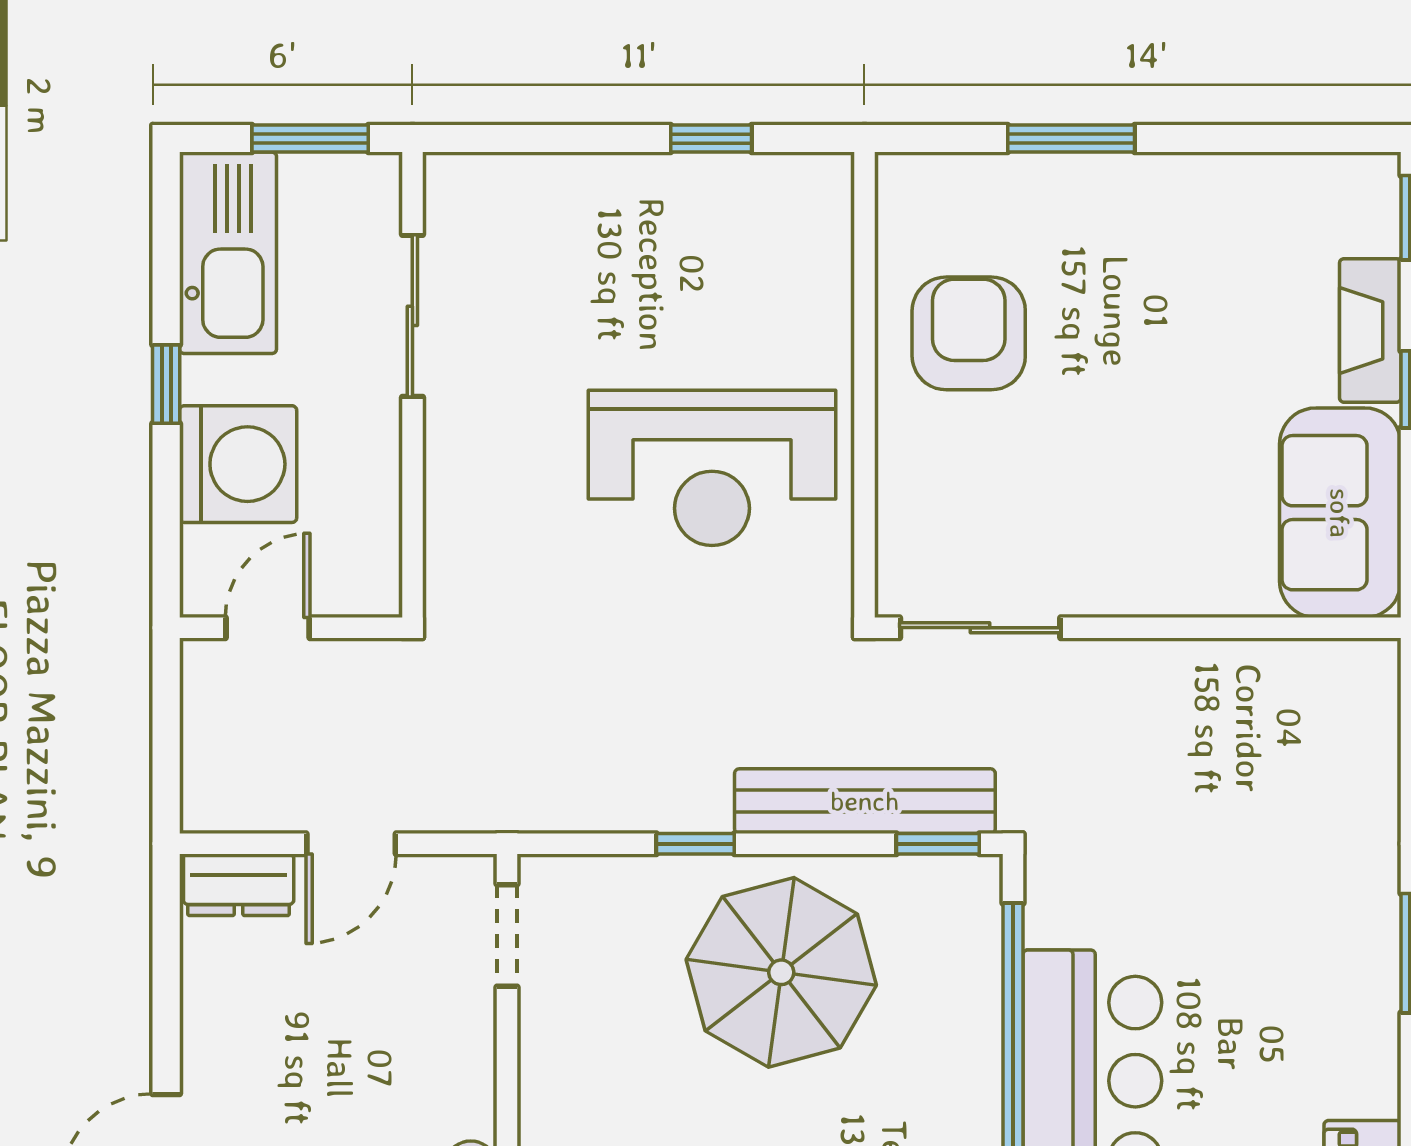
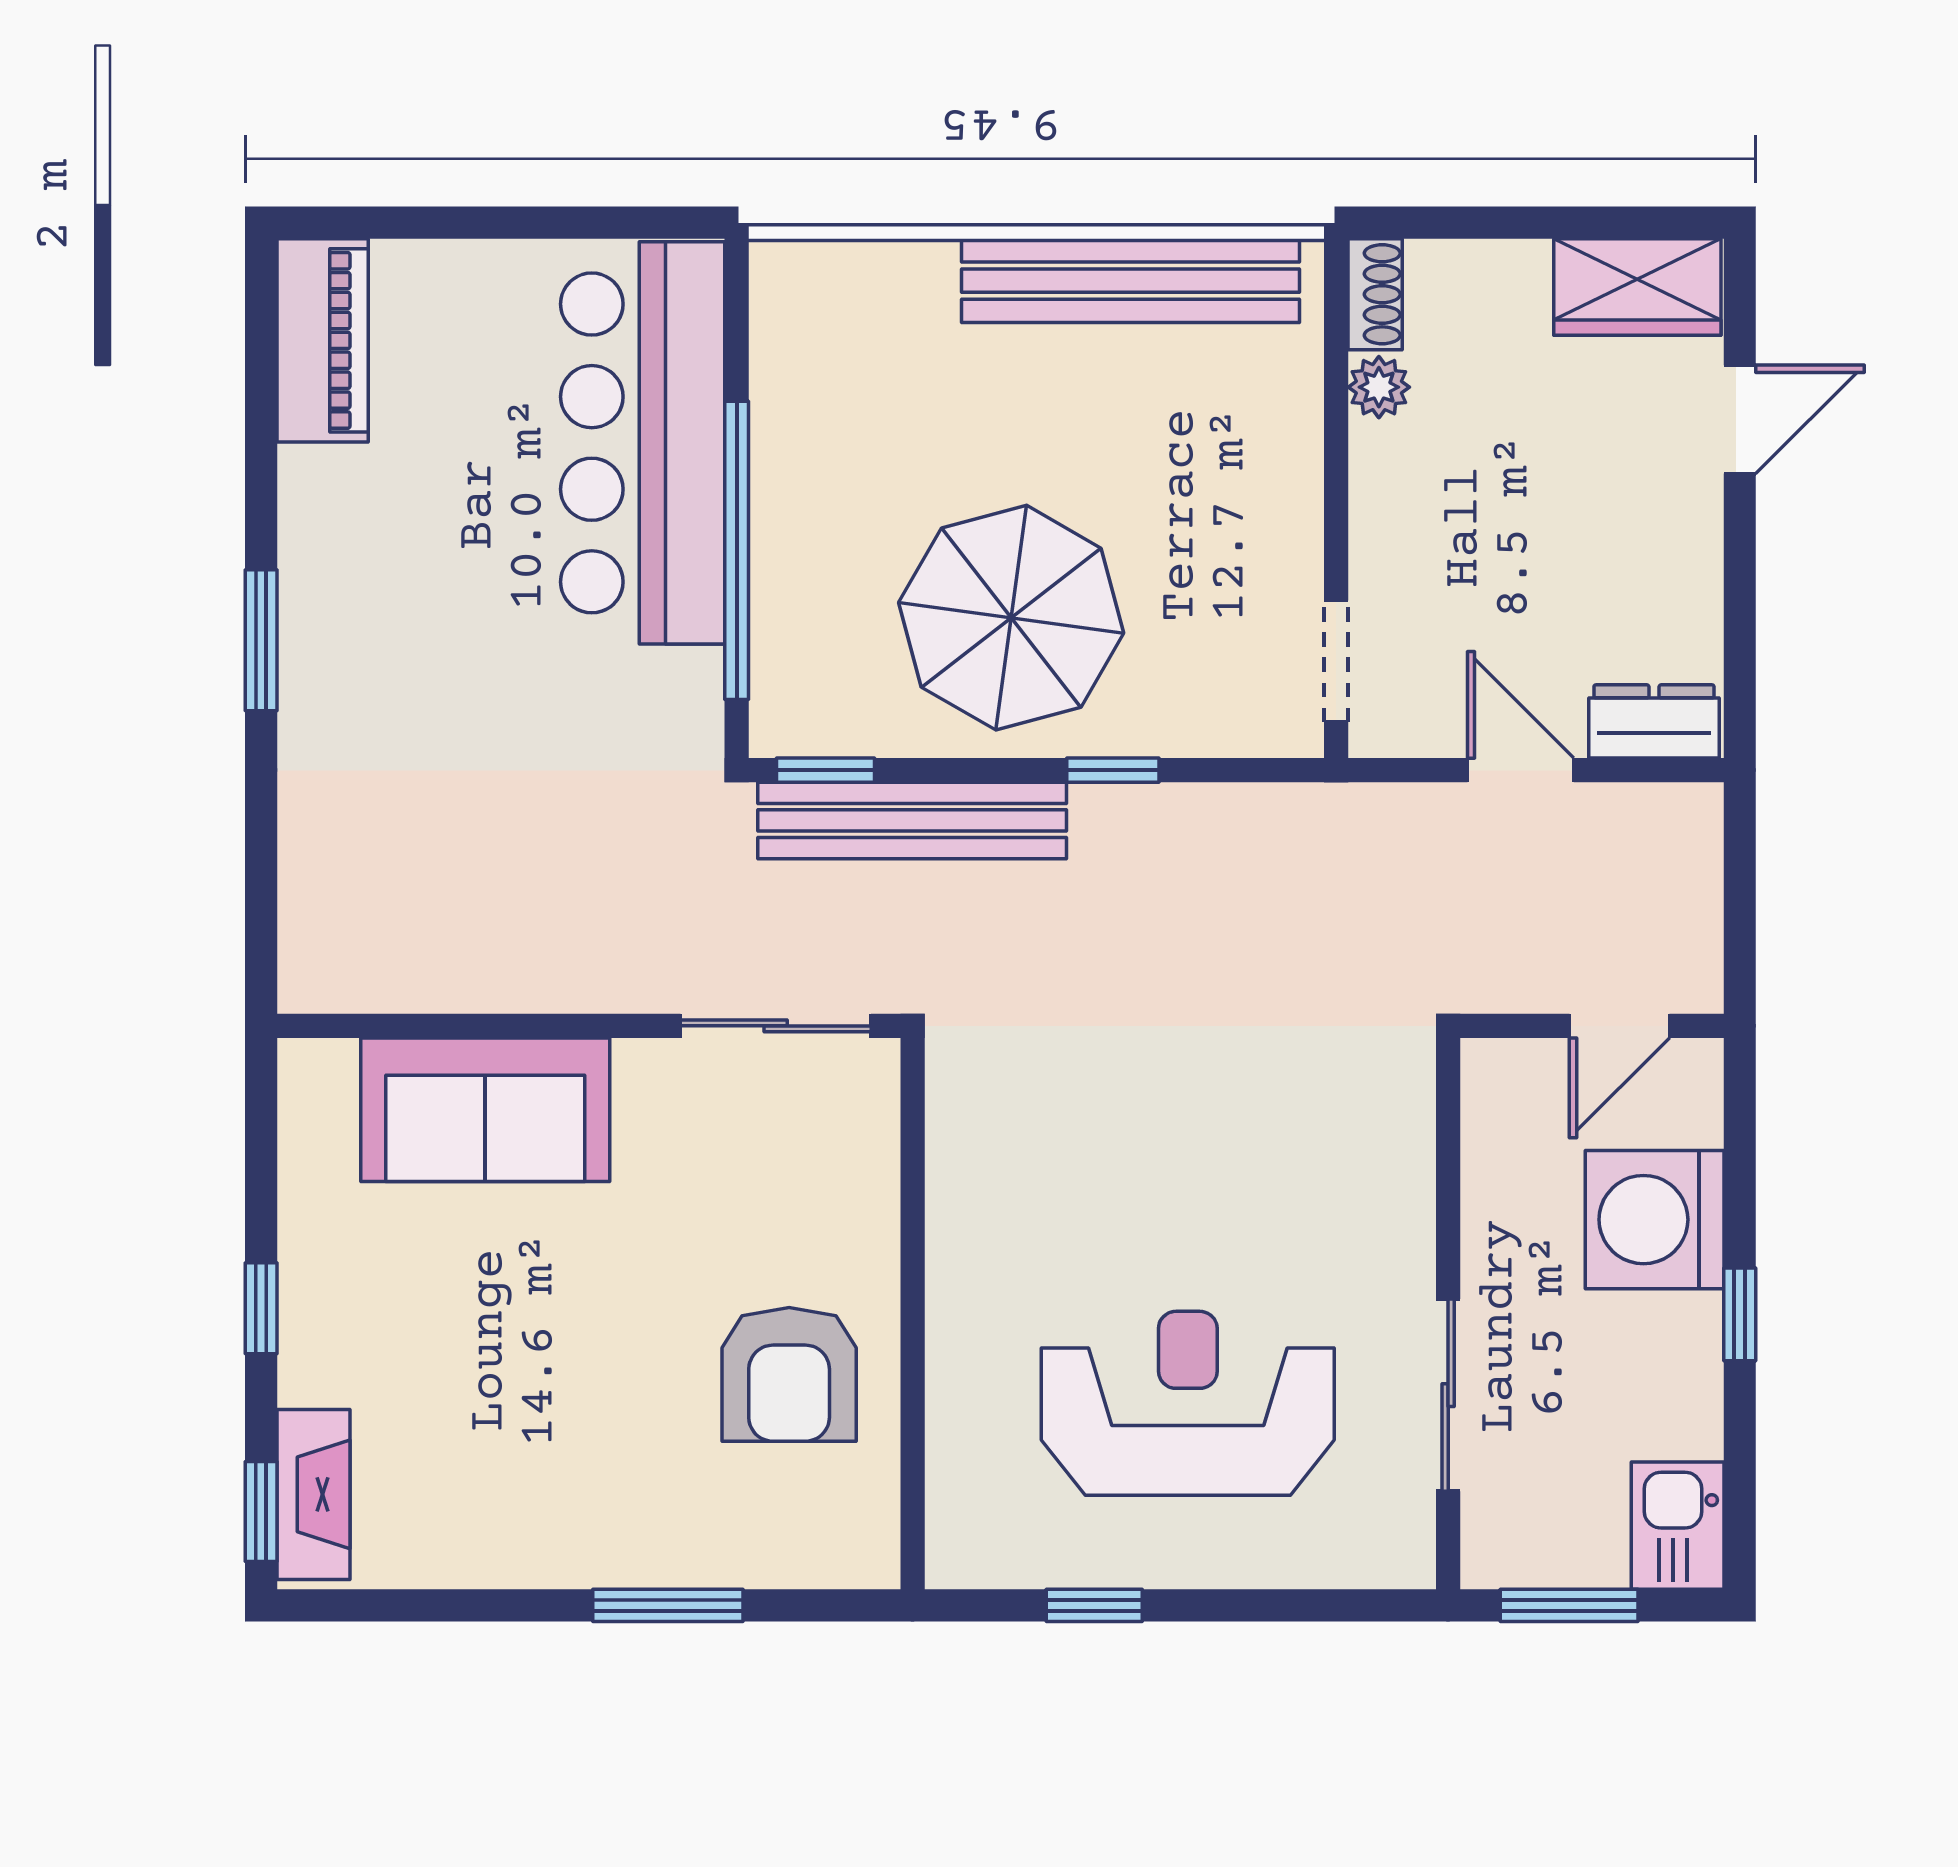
kitchen sink: (228, 253) -> (1678, 1526), width x0.53, depth x0.81
fireplace: (1370, 330) -> (313, 1494), moved
reception desk: (712, 468) -> (1188, 1403), moved
sofa: (1340, 513) -> (485, 1110), moved, turned 90
door: (351, 844) -> (1521, 770), hinge flipped

